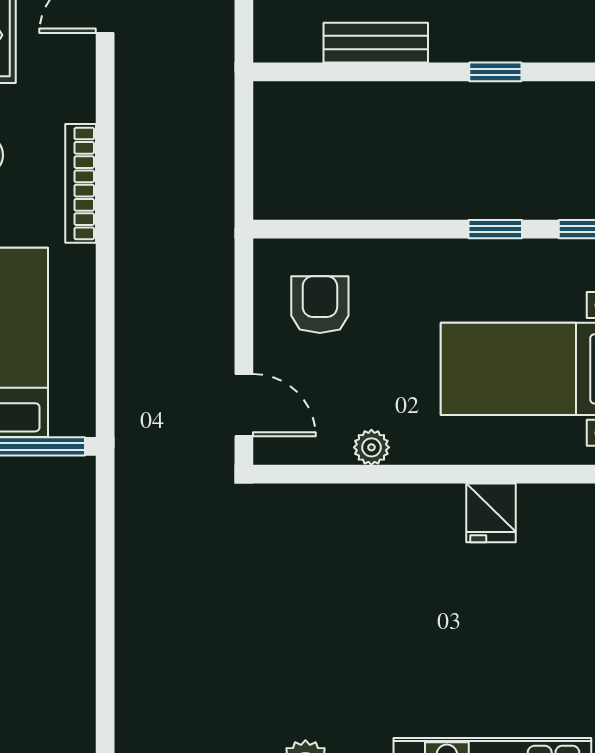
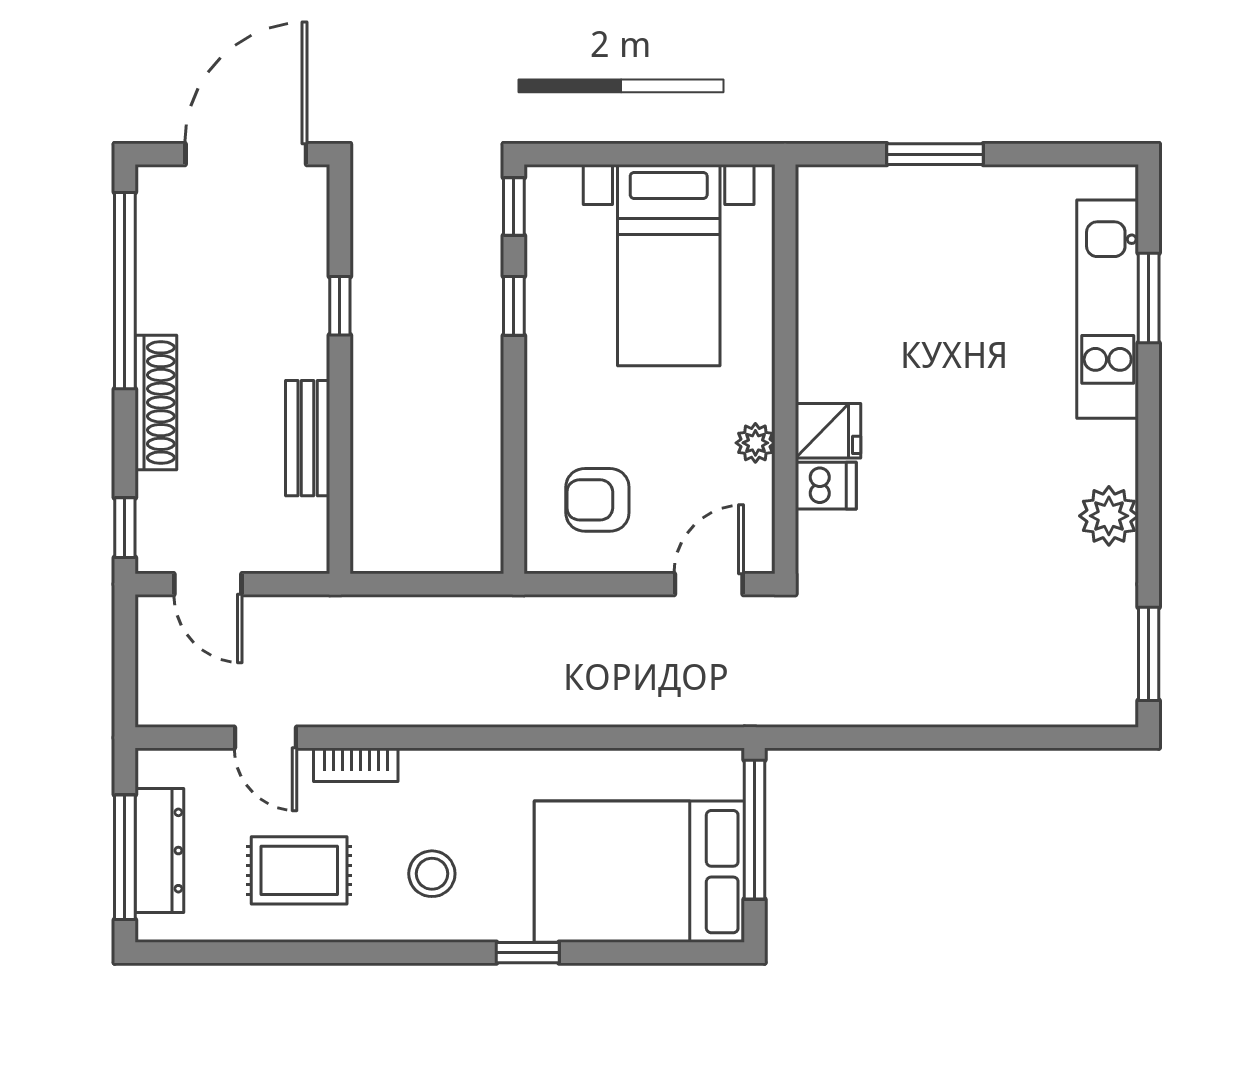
bookcase: (81, 183) -> (356, 765), moved, width x0.64
dishwasher: (333, 511) -> (826, 486), added
fridge: (491, 513) -> (828, 431), moved

